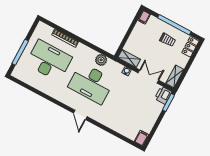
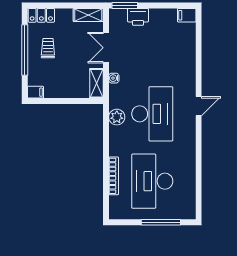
printer: (163, 95) -> (138, 17), moved

